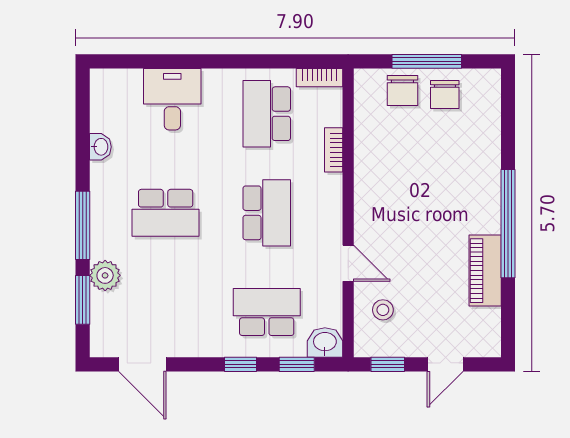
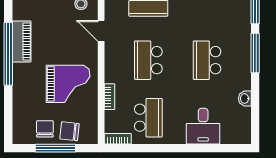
chair: (403, 90) -> (69, 131), turned -84
grand piano: (405, 172) -> (68, 84), added
school desk: (166, 213) -> (207, 60), turned -90
piano: (485, 271) -> (22, 41), moved
plant: (105, 275) -> (242, 24), removed

